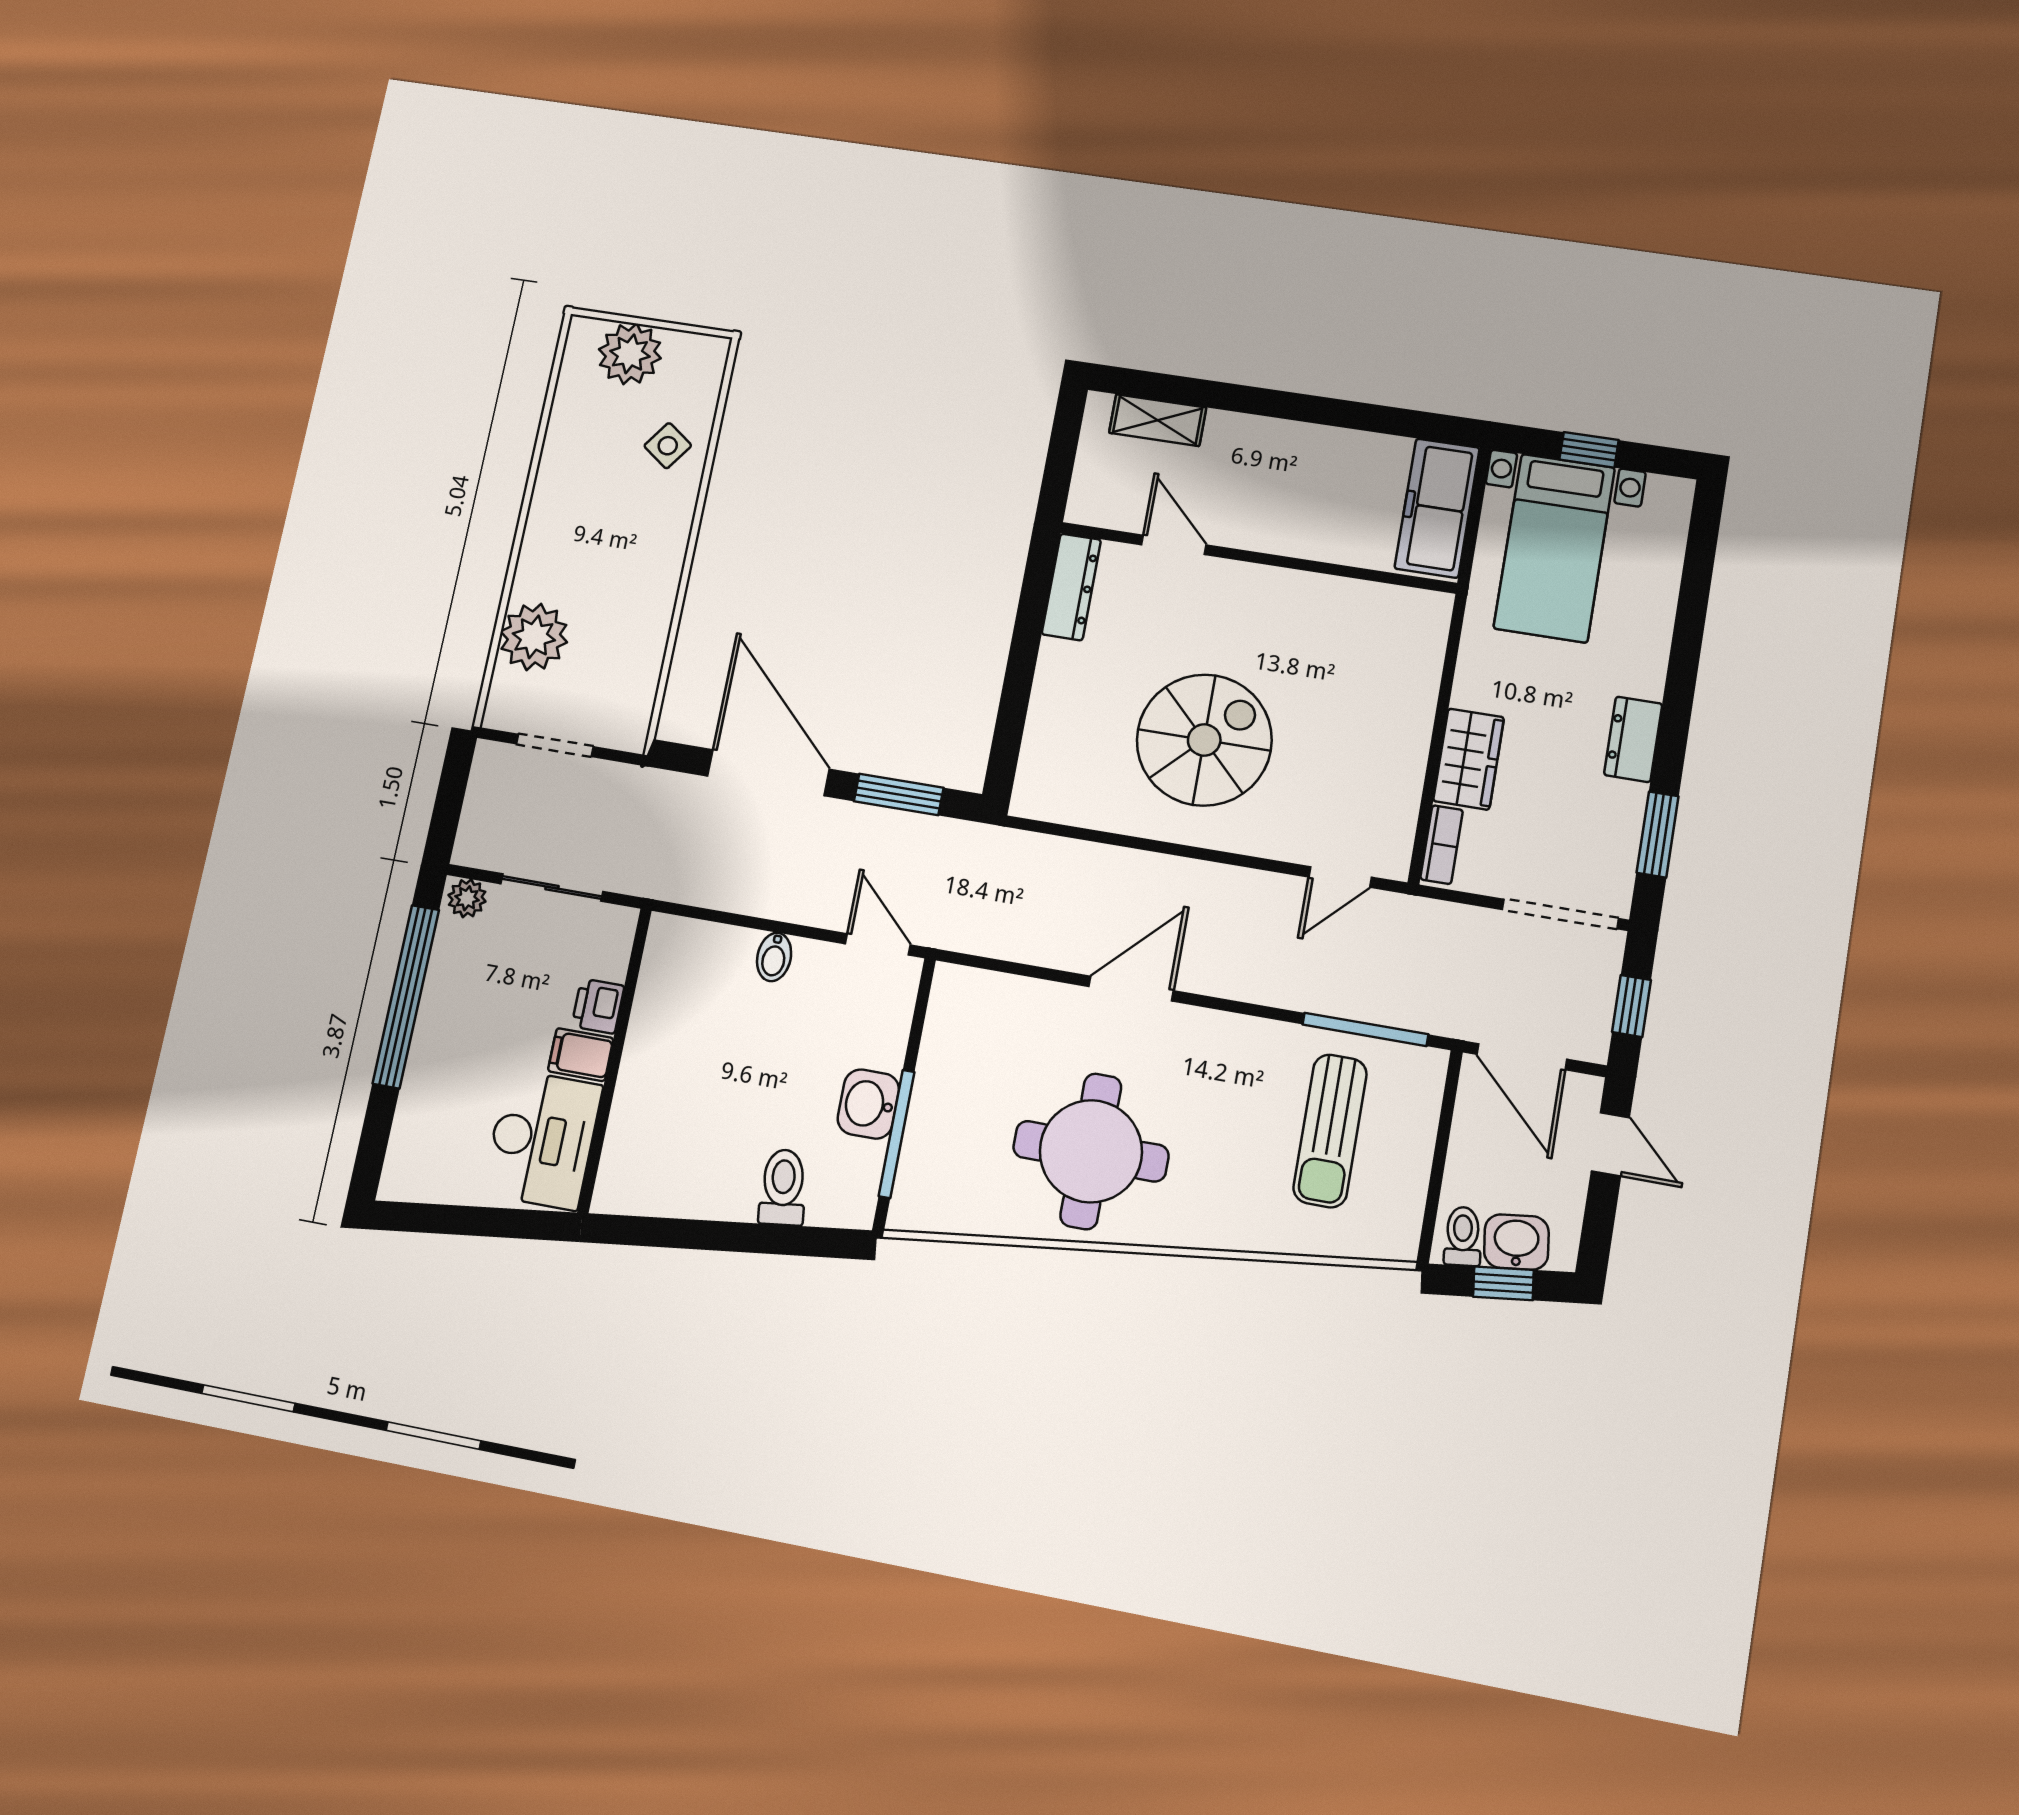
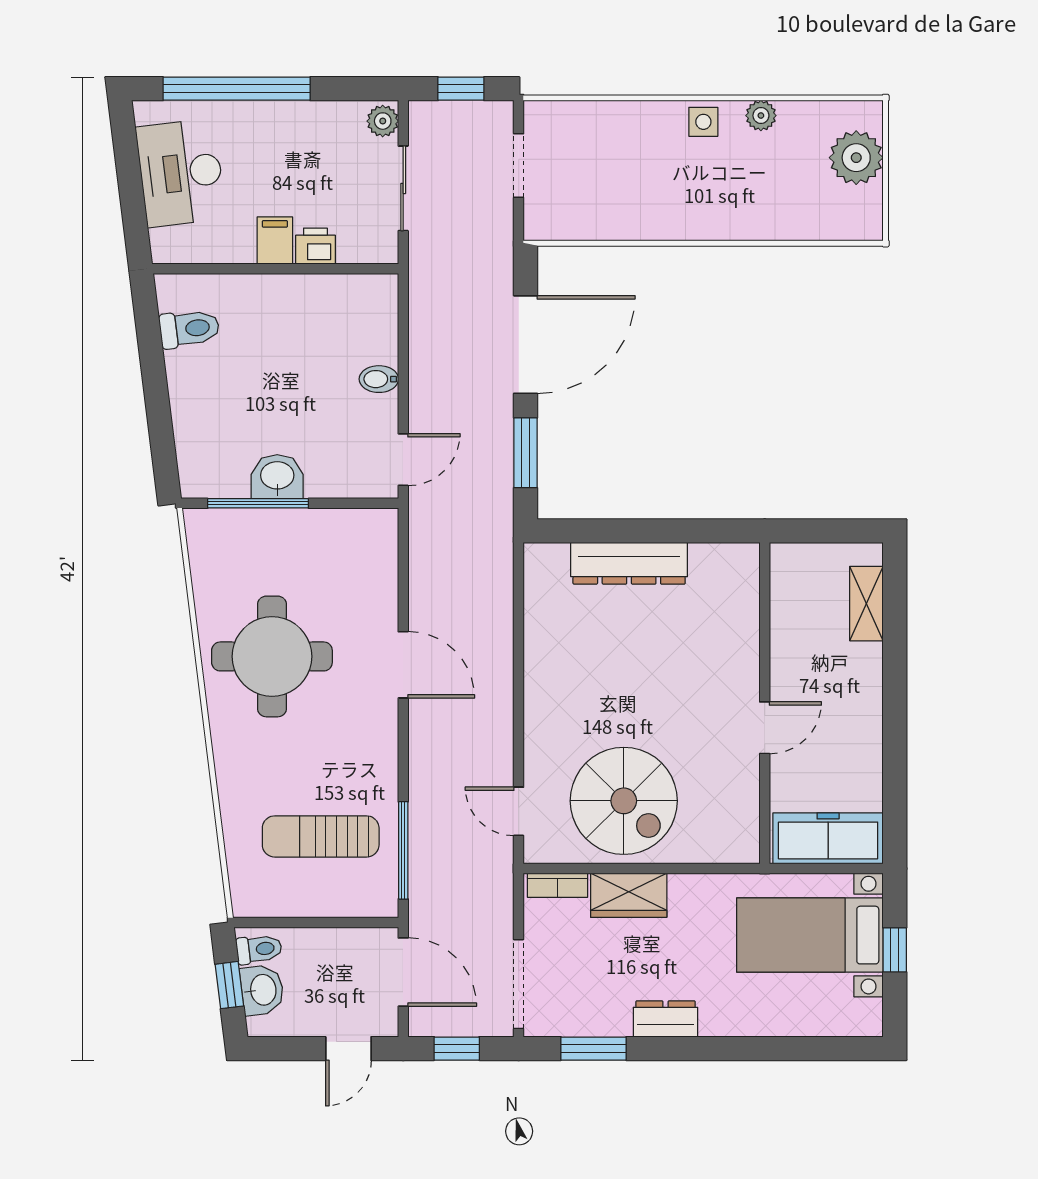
side table: (668, 446) -> (703, 122), moved, turned -36
door: (1174, 545) -> (765, 728), moved
dresser: (1071, 587) -> (629, 563), moved, width x1.37, depth x1.24
plant: (534, 637) -> (761, 116), moved, width x0.53, depth x0.53
spiral stairs: (1204, 740) -> (624, 801), moved
window: (450, 798) -> (461, 89), added
window: (406, 997) -> (237, 89), moved
door: (1522, 1057) -> (403, 972), swing flipped
desk: (542, 1139) -> (181, 173), moved, turned 83
toilet: (783, 1187) -> (189, 329), moved

